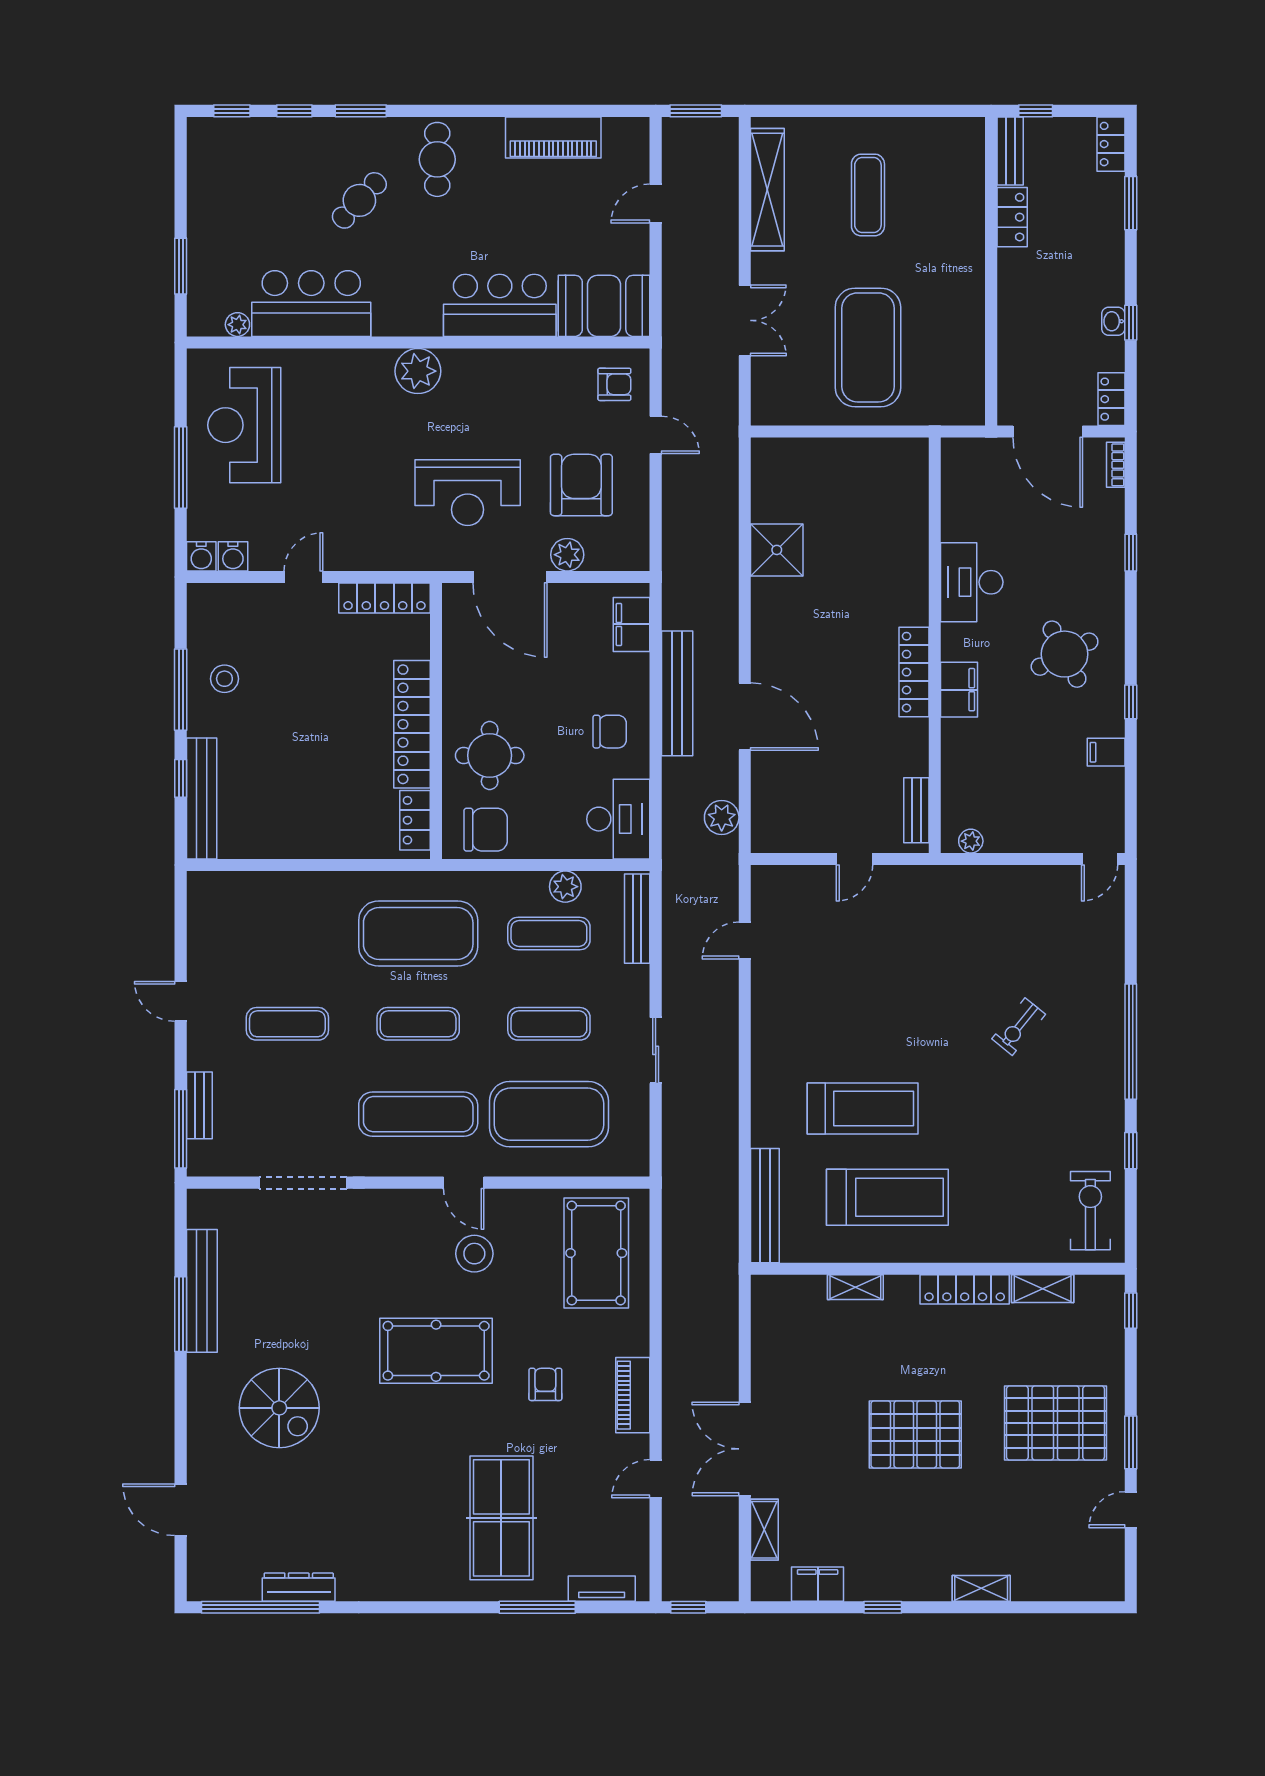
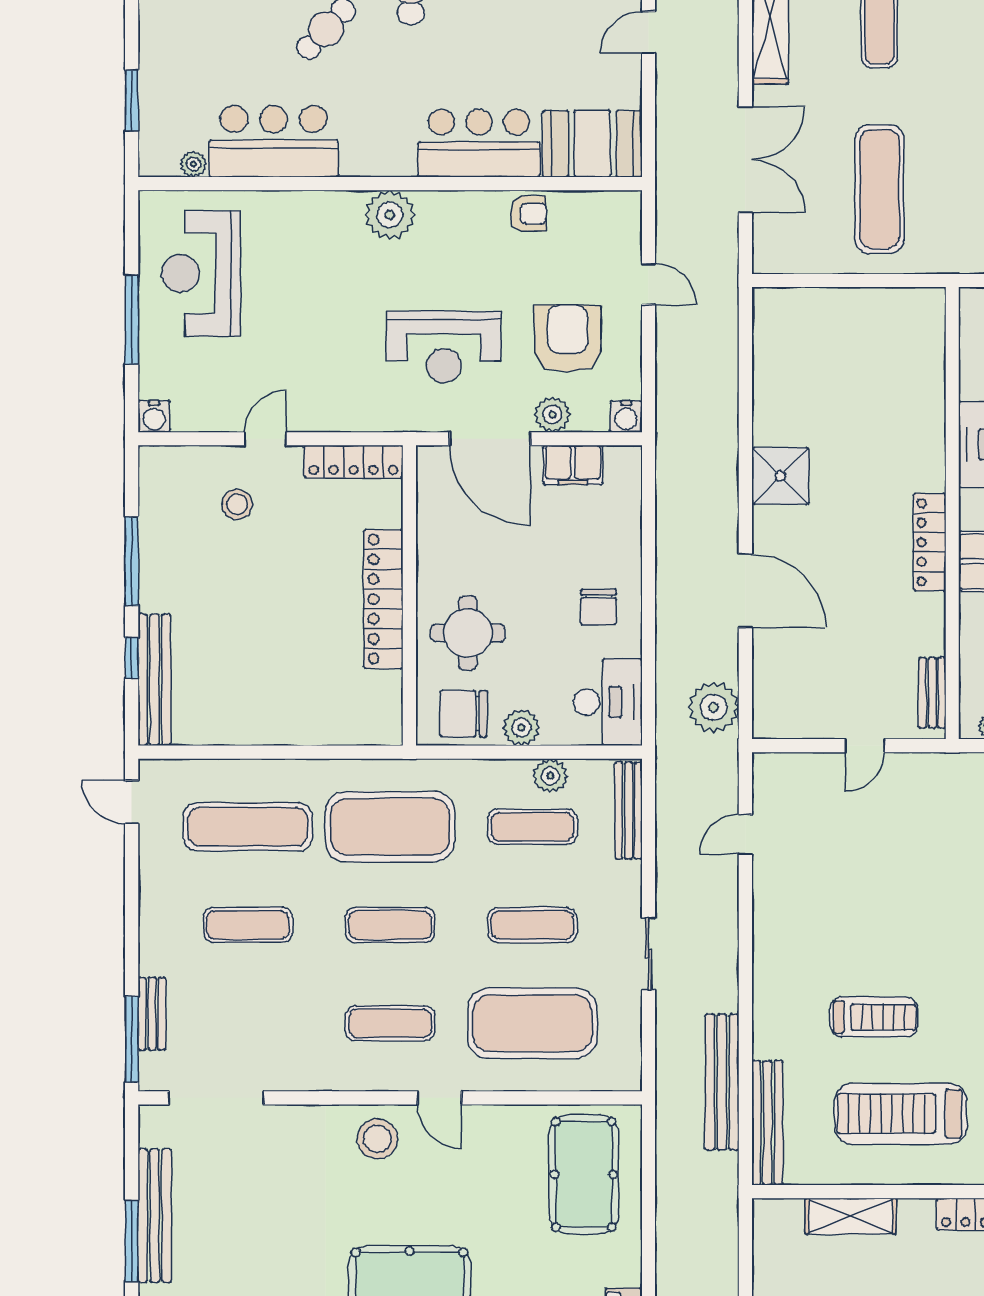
double door: (745, 320) -> (745, 160), width x1.37
exercise mat: (868, 347) -> (880, 189), width x0.68
armchair: (614, 384) -> (528, 214), moved
shower: (777, 550) -> (780, 476), moved
water cooler: (233, 556) -> (626, 416), moved
filing cabinet: (632, 624) -> (573, 465), moved, turned -90
stool: (224, 679) -> (237, 504), moved
bench: (677, 693) -> (722, 1082), moved
chair: (610, 732) -> (599, 607), turned 90
plant: (722, 817) -> (714, 707), width x1.36, depth x1.36
locker: (415, 820) -> (387, 703), removed
chair: (486, 830) -> (464, 714), turned 180
plant: (539, 842) -> (521, 728), added
exercise mat: (287, 933) -> (248, 827), added
door: (181, 1001) -> (132, 802), moved
treadmill: (863, 1108) -> (874, 1017), width x0.73, depth x0.73
exercise mat: (418, 1114) -> (390, 1023), width x0.73, depth x0.69
doorway: (303, 1183) -> (216, 1098), moved
treadmill: (887, 1197) -> (901, 1114), turned 180
stool: (474, 1254) -> (377, 1139), moved
shelving: (855, 1287) -> (851, 1216), width x1.50, depth x1.33

